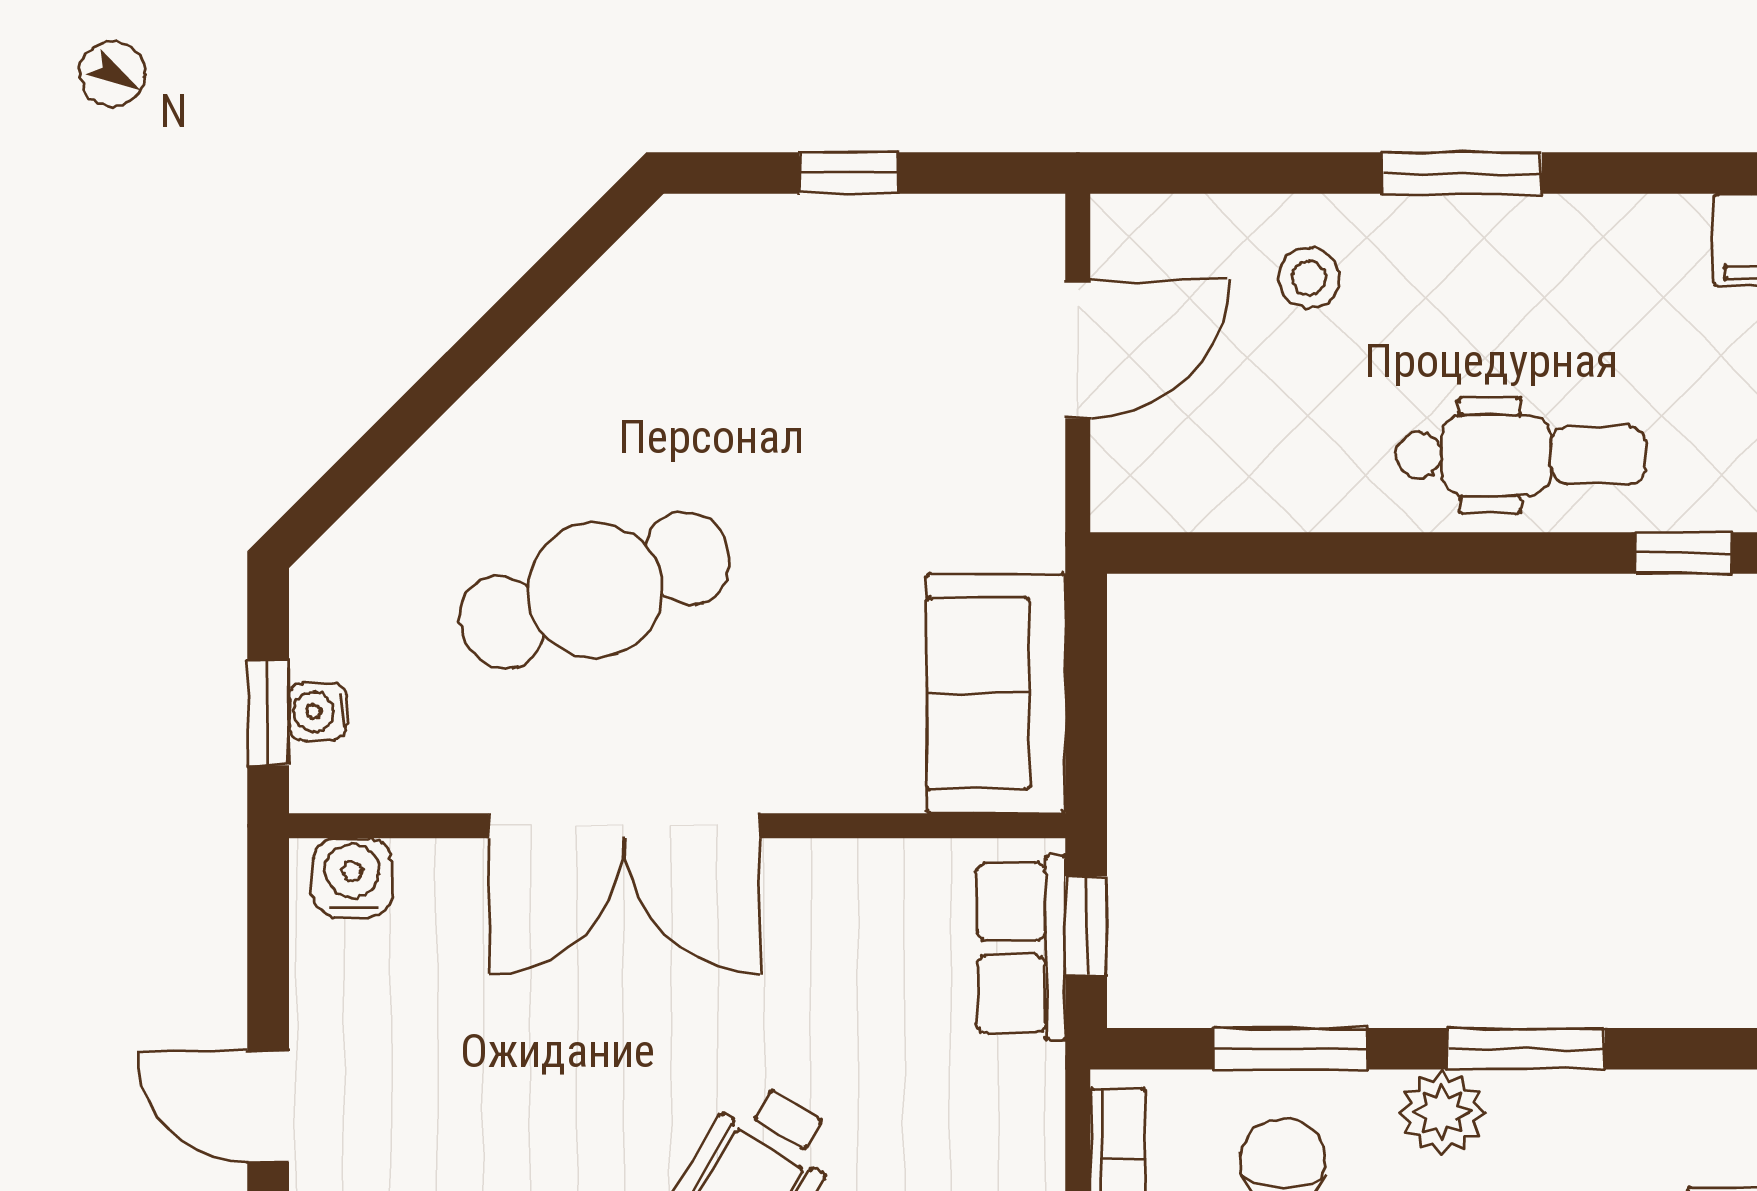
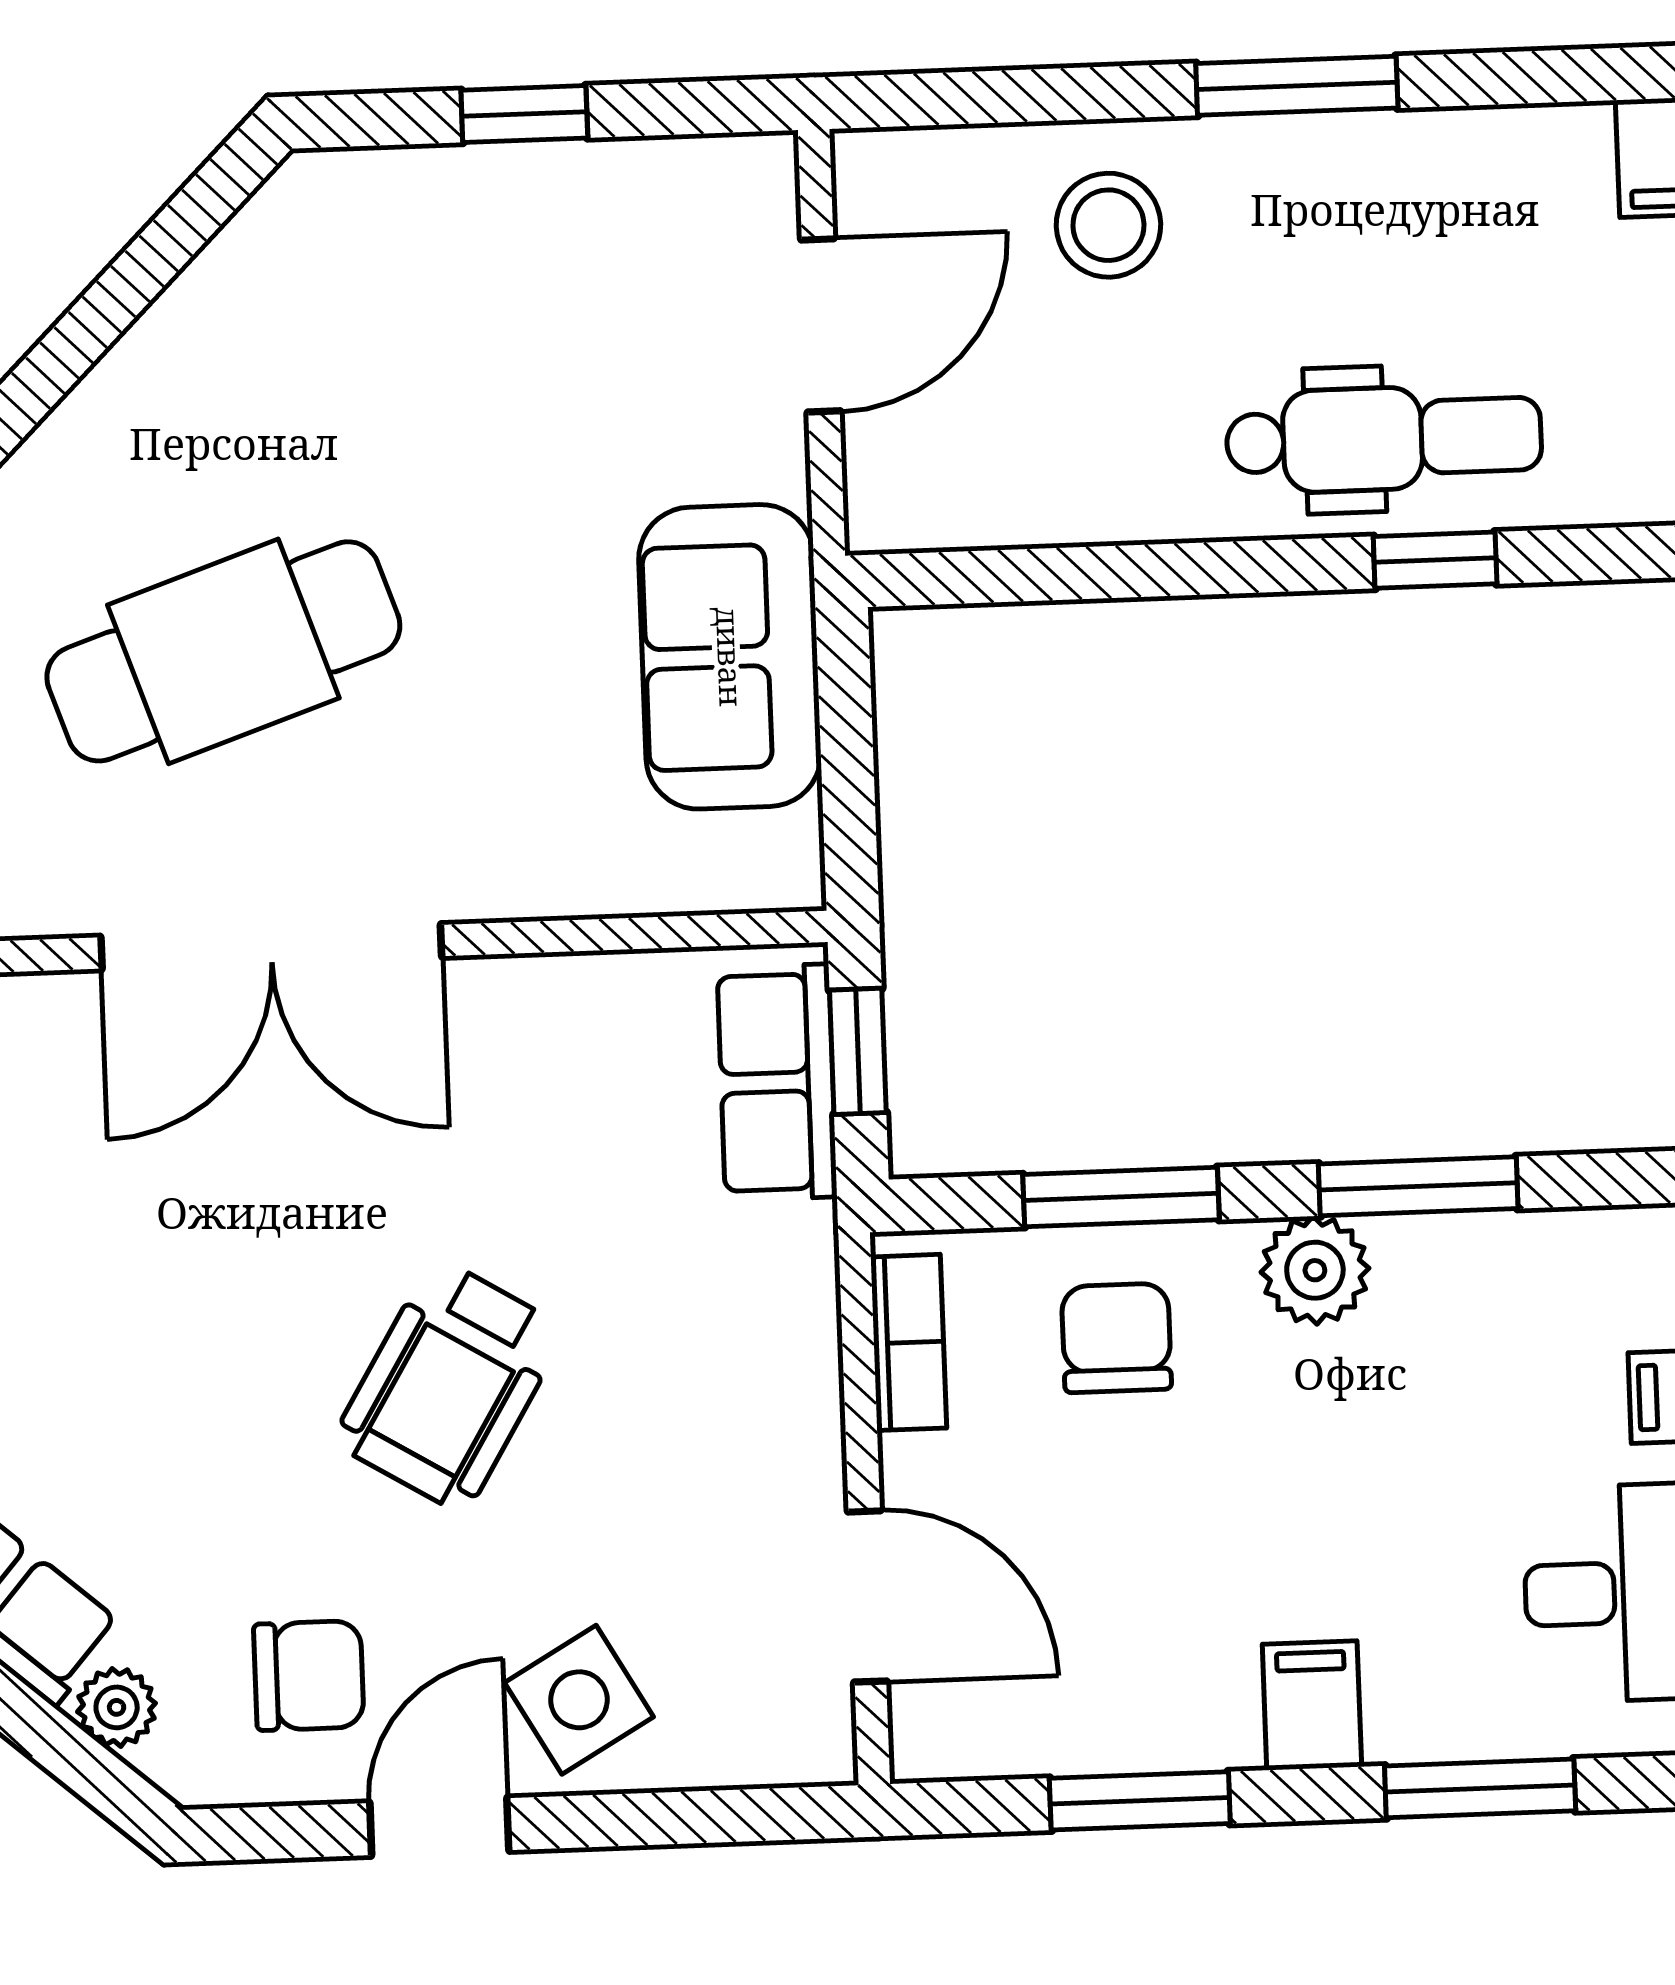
stool: (1309, 278) -> (1108, 225), width x1.37, depth x1.37
window: (1683, 553) -> (1435, 560), moved
sofa: (996, 693) -> (730, 657), moved

